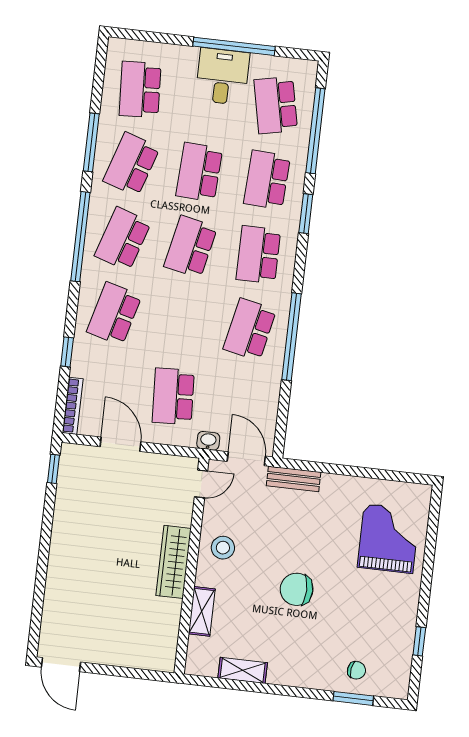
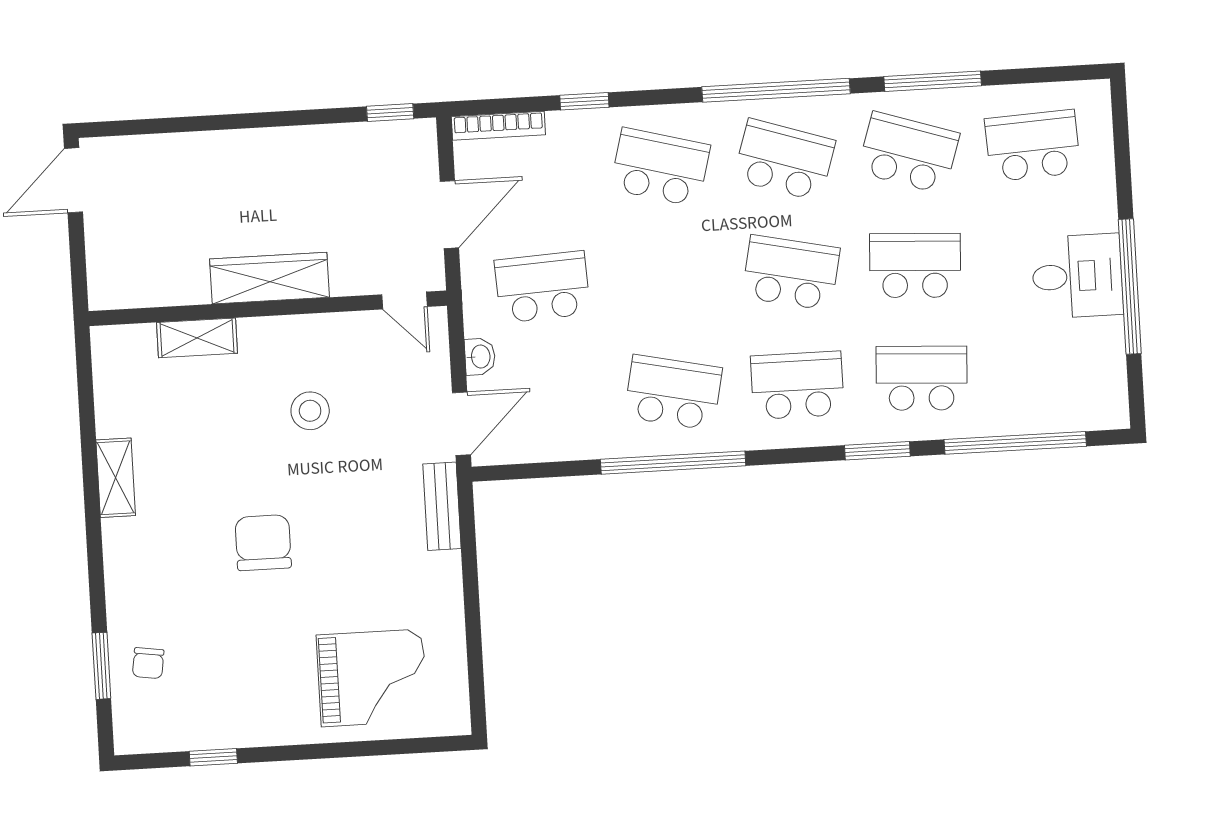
school desk: (276, 105) -> (1046, 371), removed
door: (201, 484) -> (404, 301), moved
wardrobe: (174, 562) -> (269, 278), moved
wall: (192, 566) -> (268, 308), moved
shelving: (202, 611) -> (197, 338), moved

